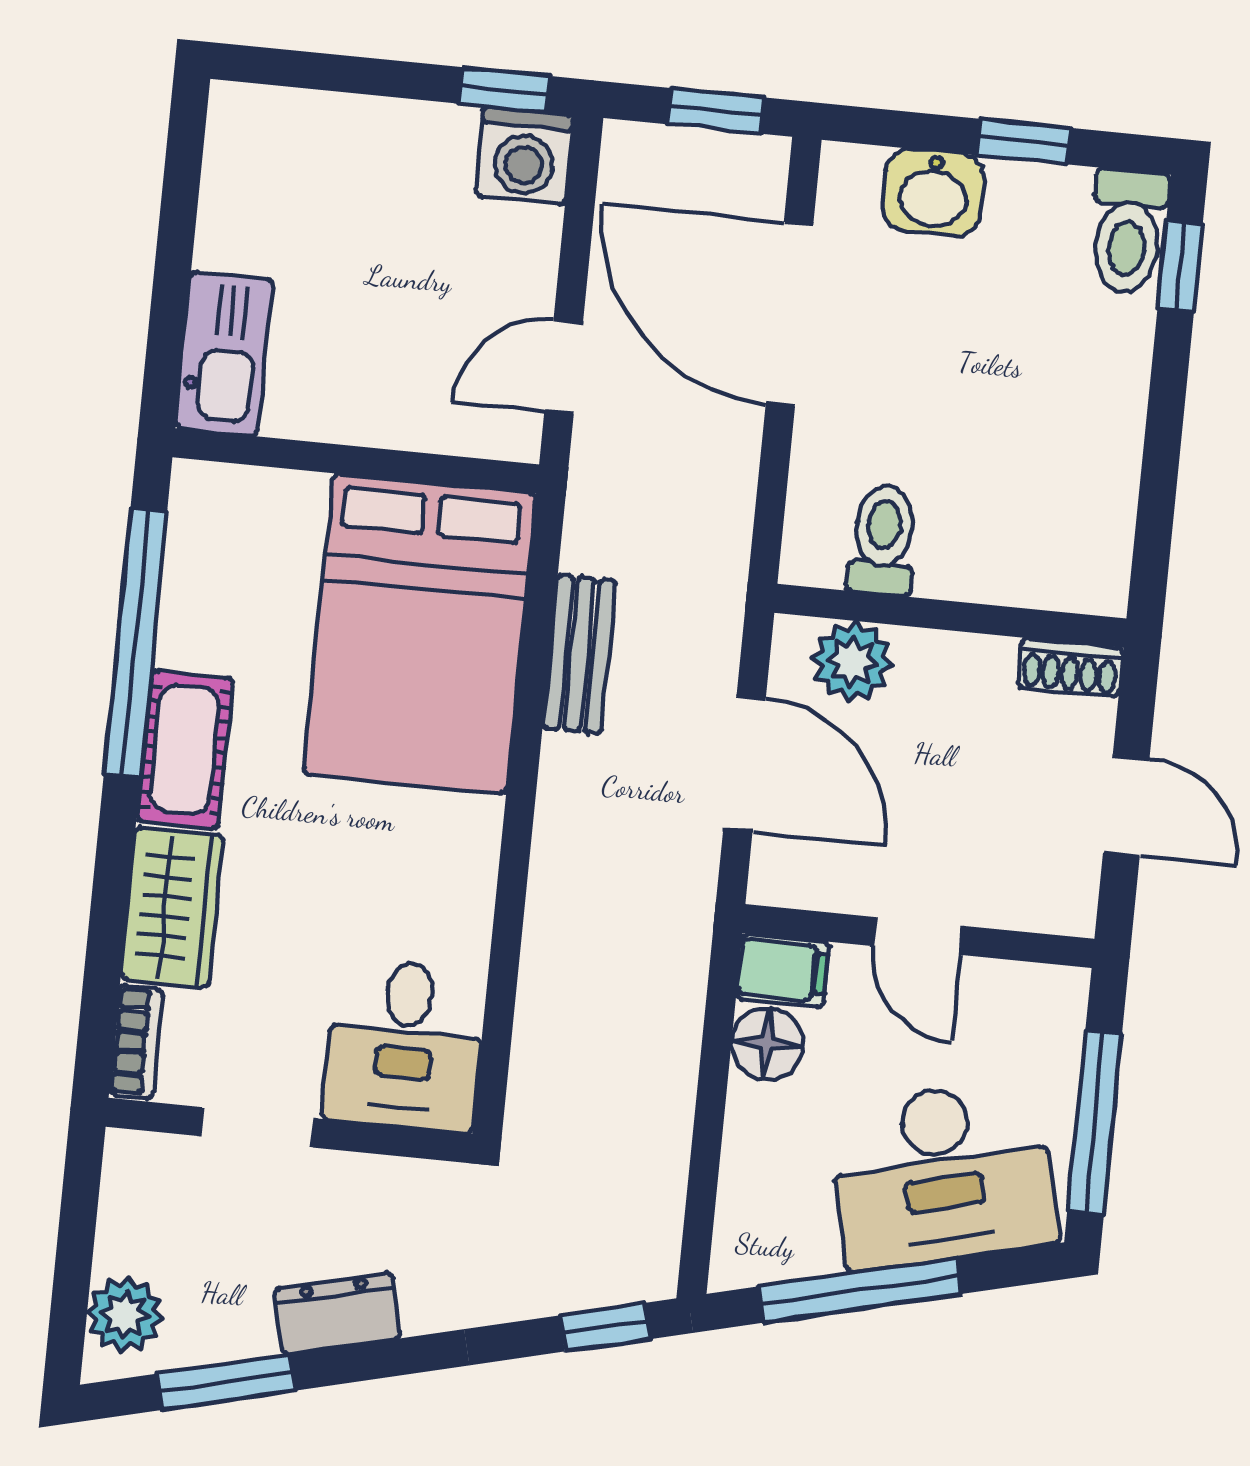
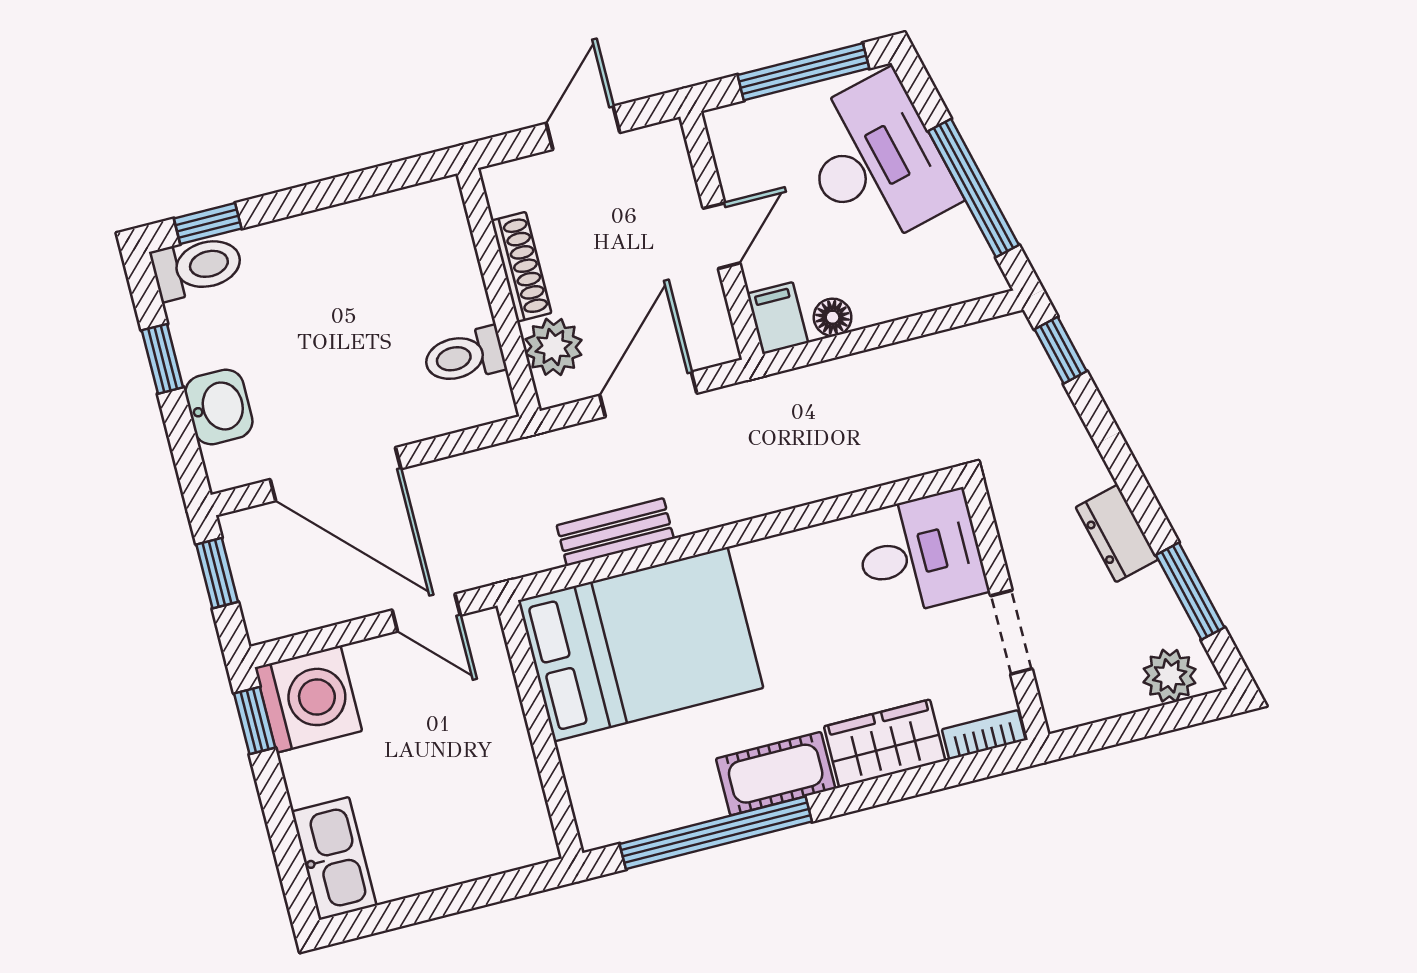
washing machine: (525, 156) -> (308, 699), width x1.37, depth x1.37
door: (789, 314) -> (336, 474), hinge flipped
kitchen sink: (224, 354) -> (334, 859), moved, turned 90
shoe rack: (1070, 667) -> (521, 267), moved, width x1.43
floor lamp: (767, 1044) -> (833, 317), width x0.73, depth x0.73

